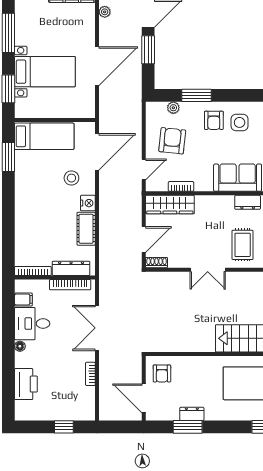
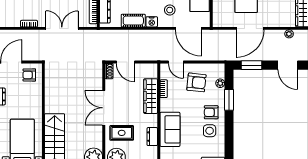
window: (148, 50) -> (252, 65), moved
door: (97, 66) -> (250, 28), hinge flipped
wardrobe: (170, 205) -> (151, 96), moved
double door: (208, 270) -> (104, 108), width x1.37

